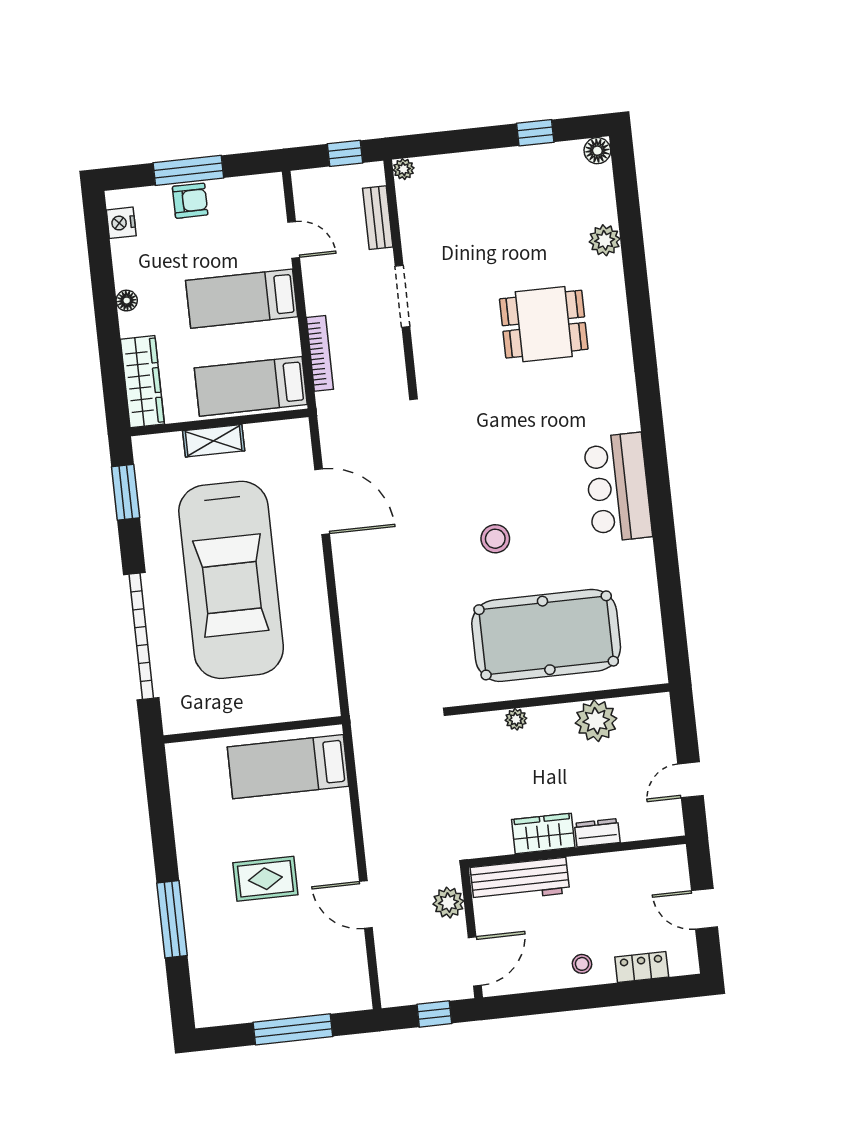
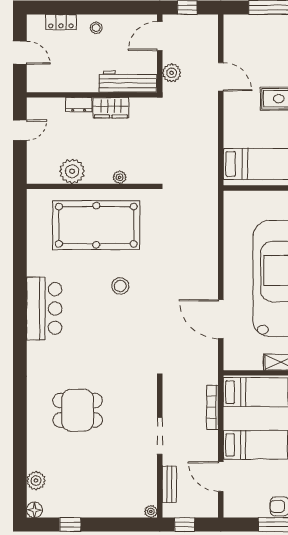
door: (294, 240) -> (221, 477), width x1.38
plant: (605, 240) -> (36, 481), moved

